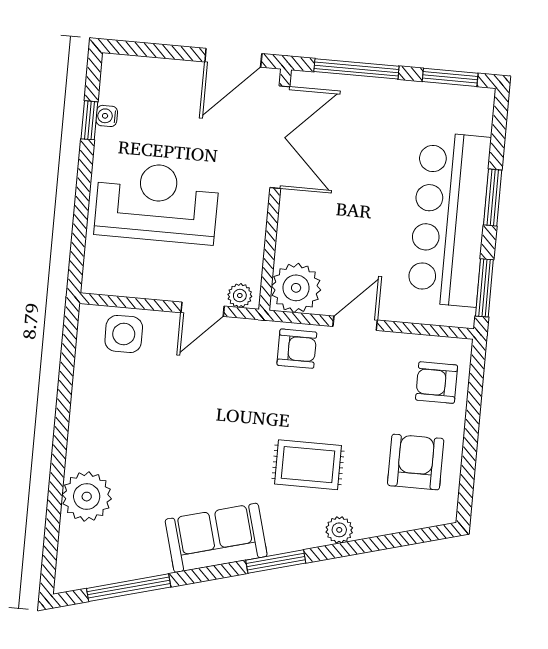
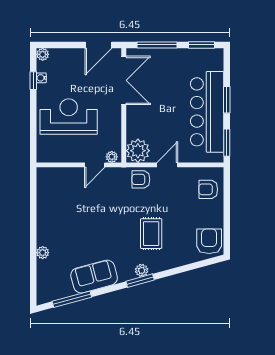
plant: (114, 67) -> (43, 54), added
side table: (124, 334) -> (59, 180), removed
armchair: (297, 349) -> (141, 179), turned 180
armchair: (416, 462) -> (209, 241), moved
rug: (308, 465) -> (151, 234), turned 90
plant: (87, 497) -> (43, 253), width x0.53, depth x0.53
plant: (339, 530) -> (142, 270), moved
sofa: (216, 538) -> (94, 277), moved

